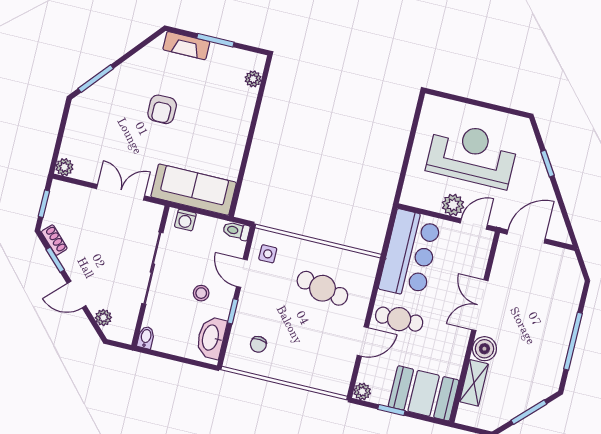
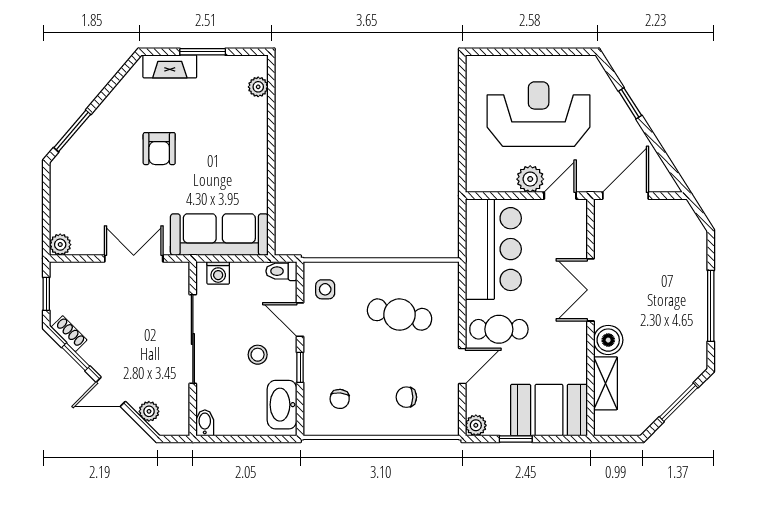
chair: (312, 356) -> (406, 397), added

